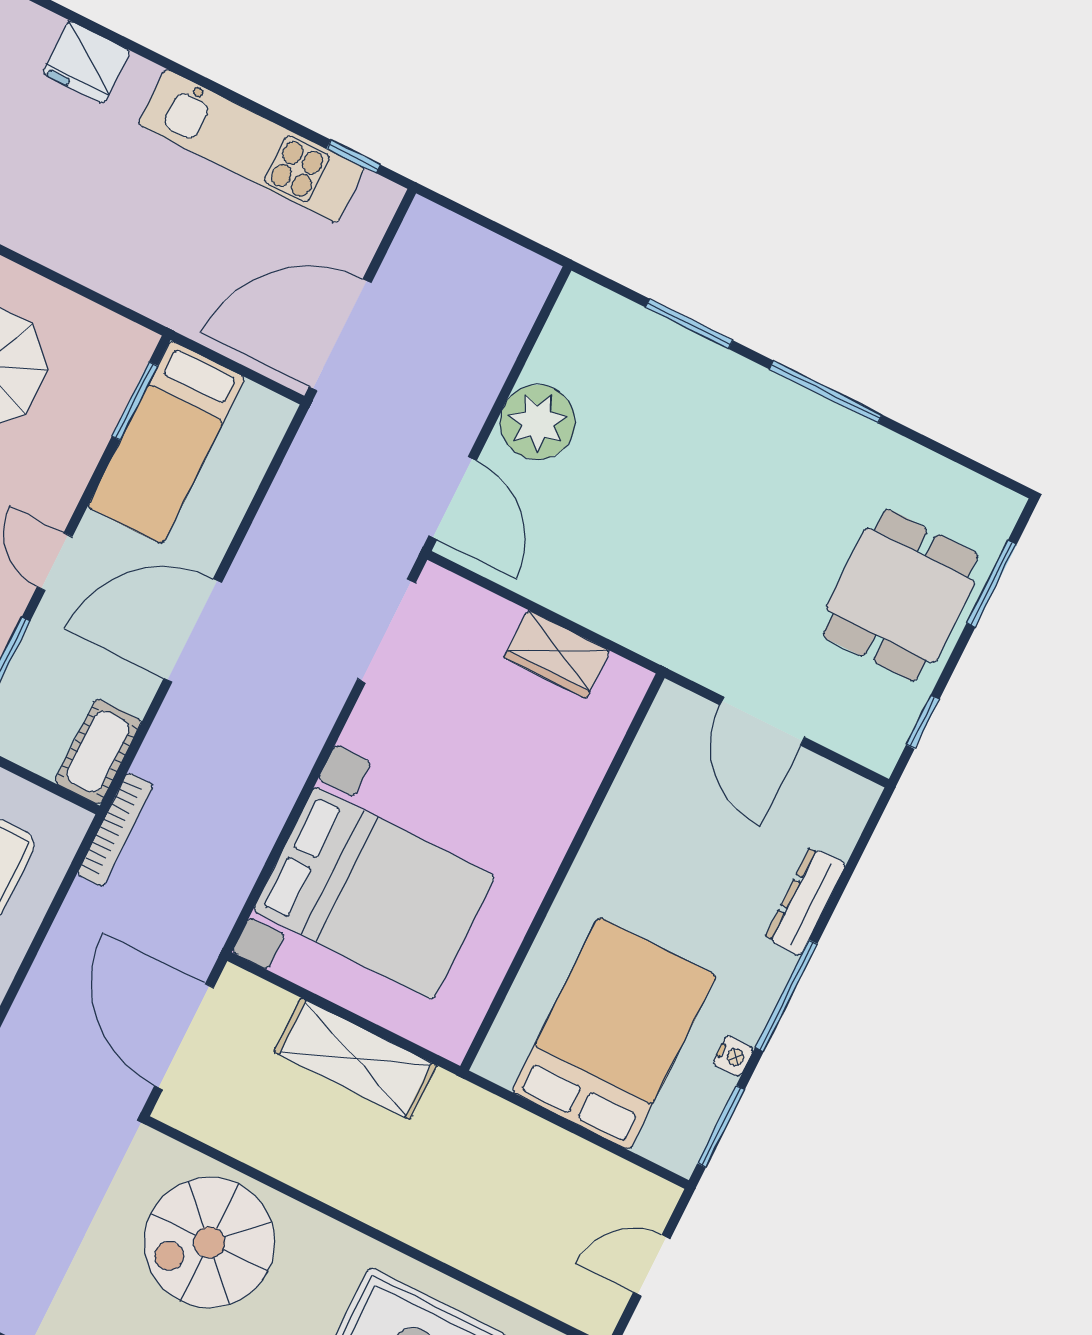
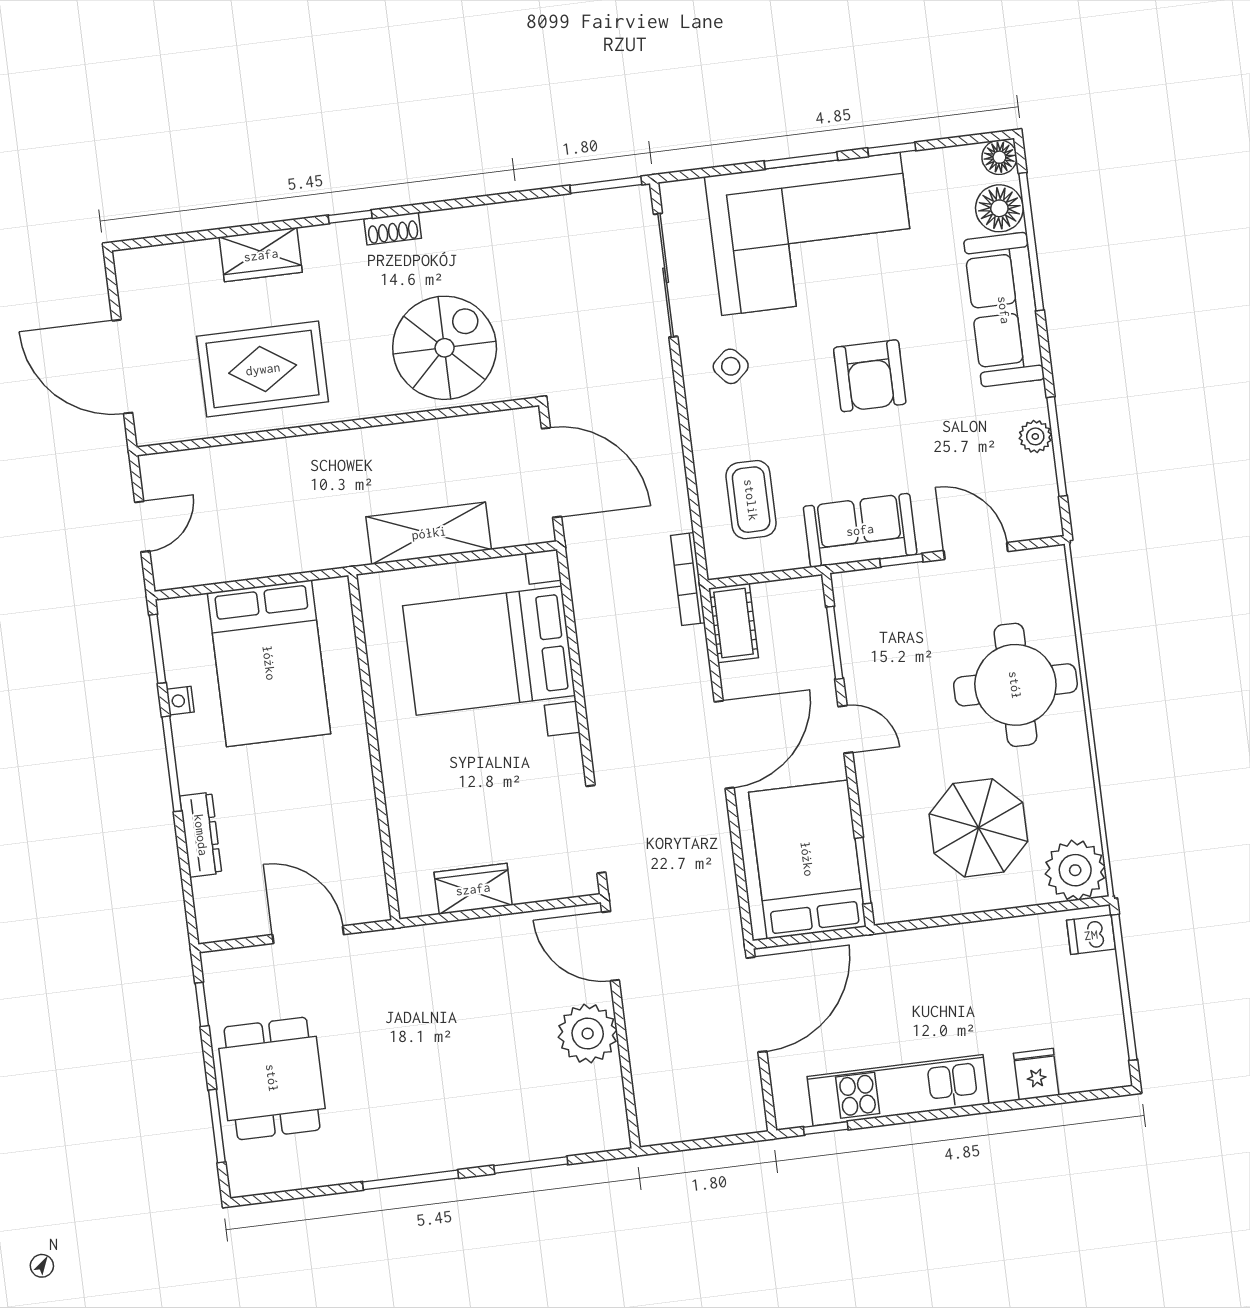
fridge: (86, 62) -> (1036, 1074), width x0.72
bed: (166, 442) -> (807, 859), width x1.50

